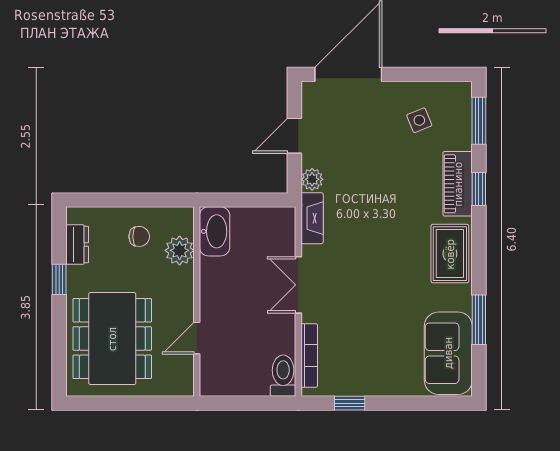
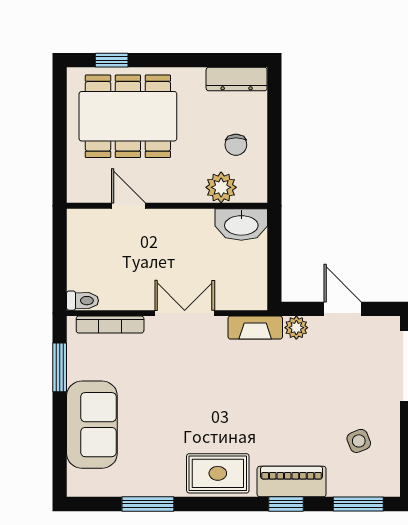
dresser: (77, 245) -> (237, 79), width x1.44
window: (59, 279) -> (112, 60), moved
sofa: (448, 353) -> (92, 425), moved, turned 90
toilet: (283, 376) -> (83, 301), width x0.73, depth x0.72
window: (350, 403) -> (60, 367), width x1.50

